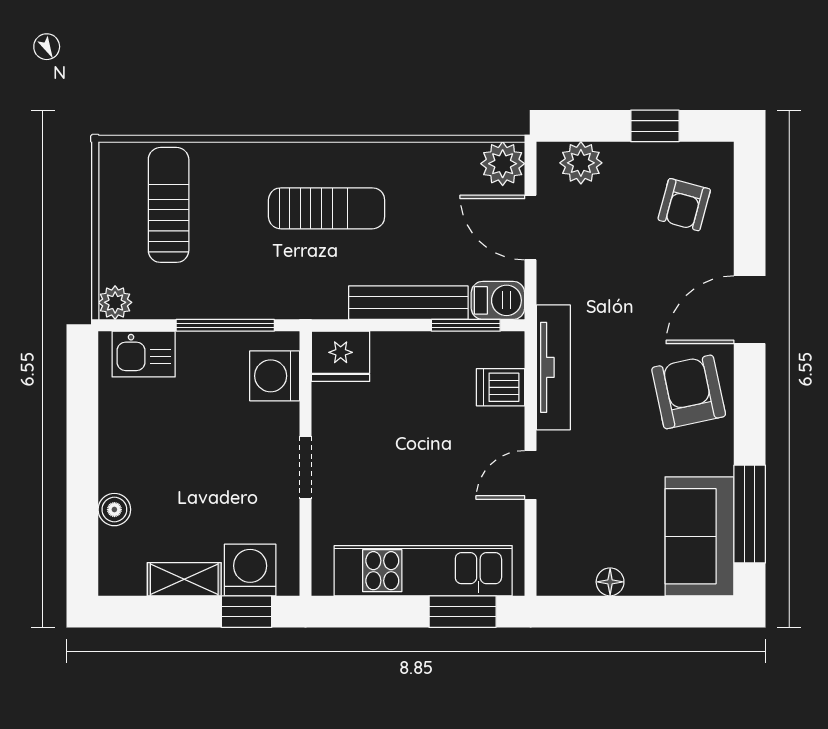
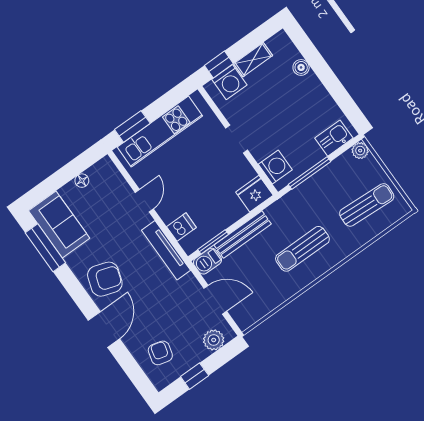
plant: (503, 164) -> (245, 317), removed
sun lounger: (169, 205) -> (367, 205), turned -87
armchair: (689, 392) -> (105, 279), turned -60

